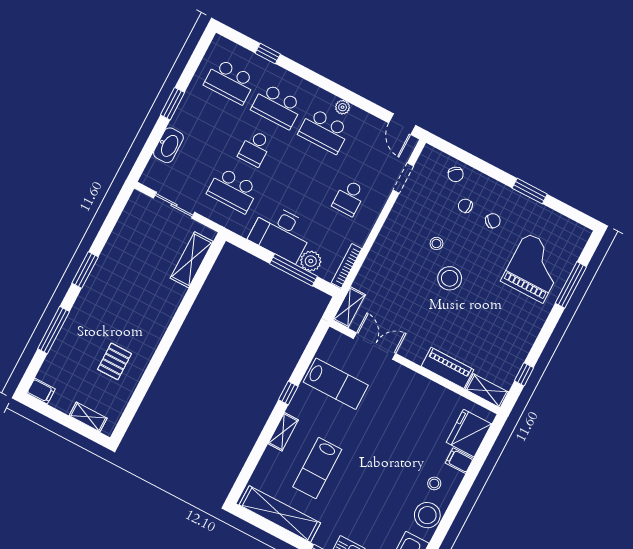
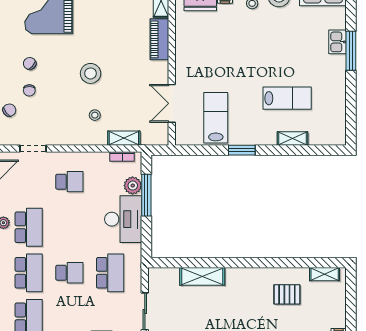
stool: (436, 243) -> (95, 115), moved
shelving: (192, 260) -> (202, 276), moved
bookcase: (347, 266) -> (122, 157), width x0.64
shelving: (349, 307) -> (124, 138), moved
window: (288, 393) -> (242, 150), width x1.50
shelving: (88, 417) -> (325, 274), moved, turned 90
shelving: (283, 432) -> (293, 139), moved
shelving: (280, 514) -> (337, 108), removed

